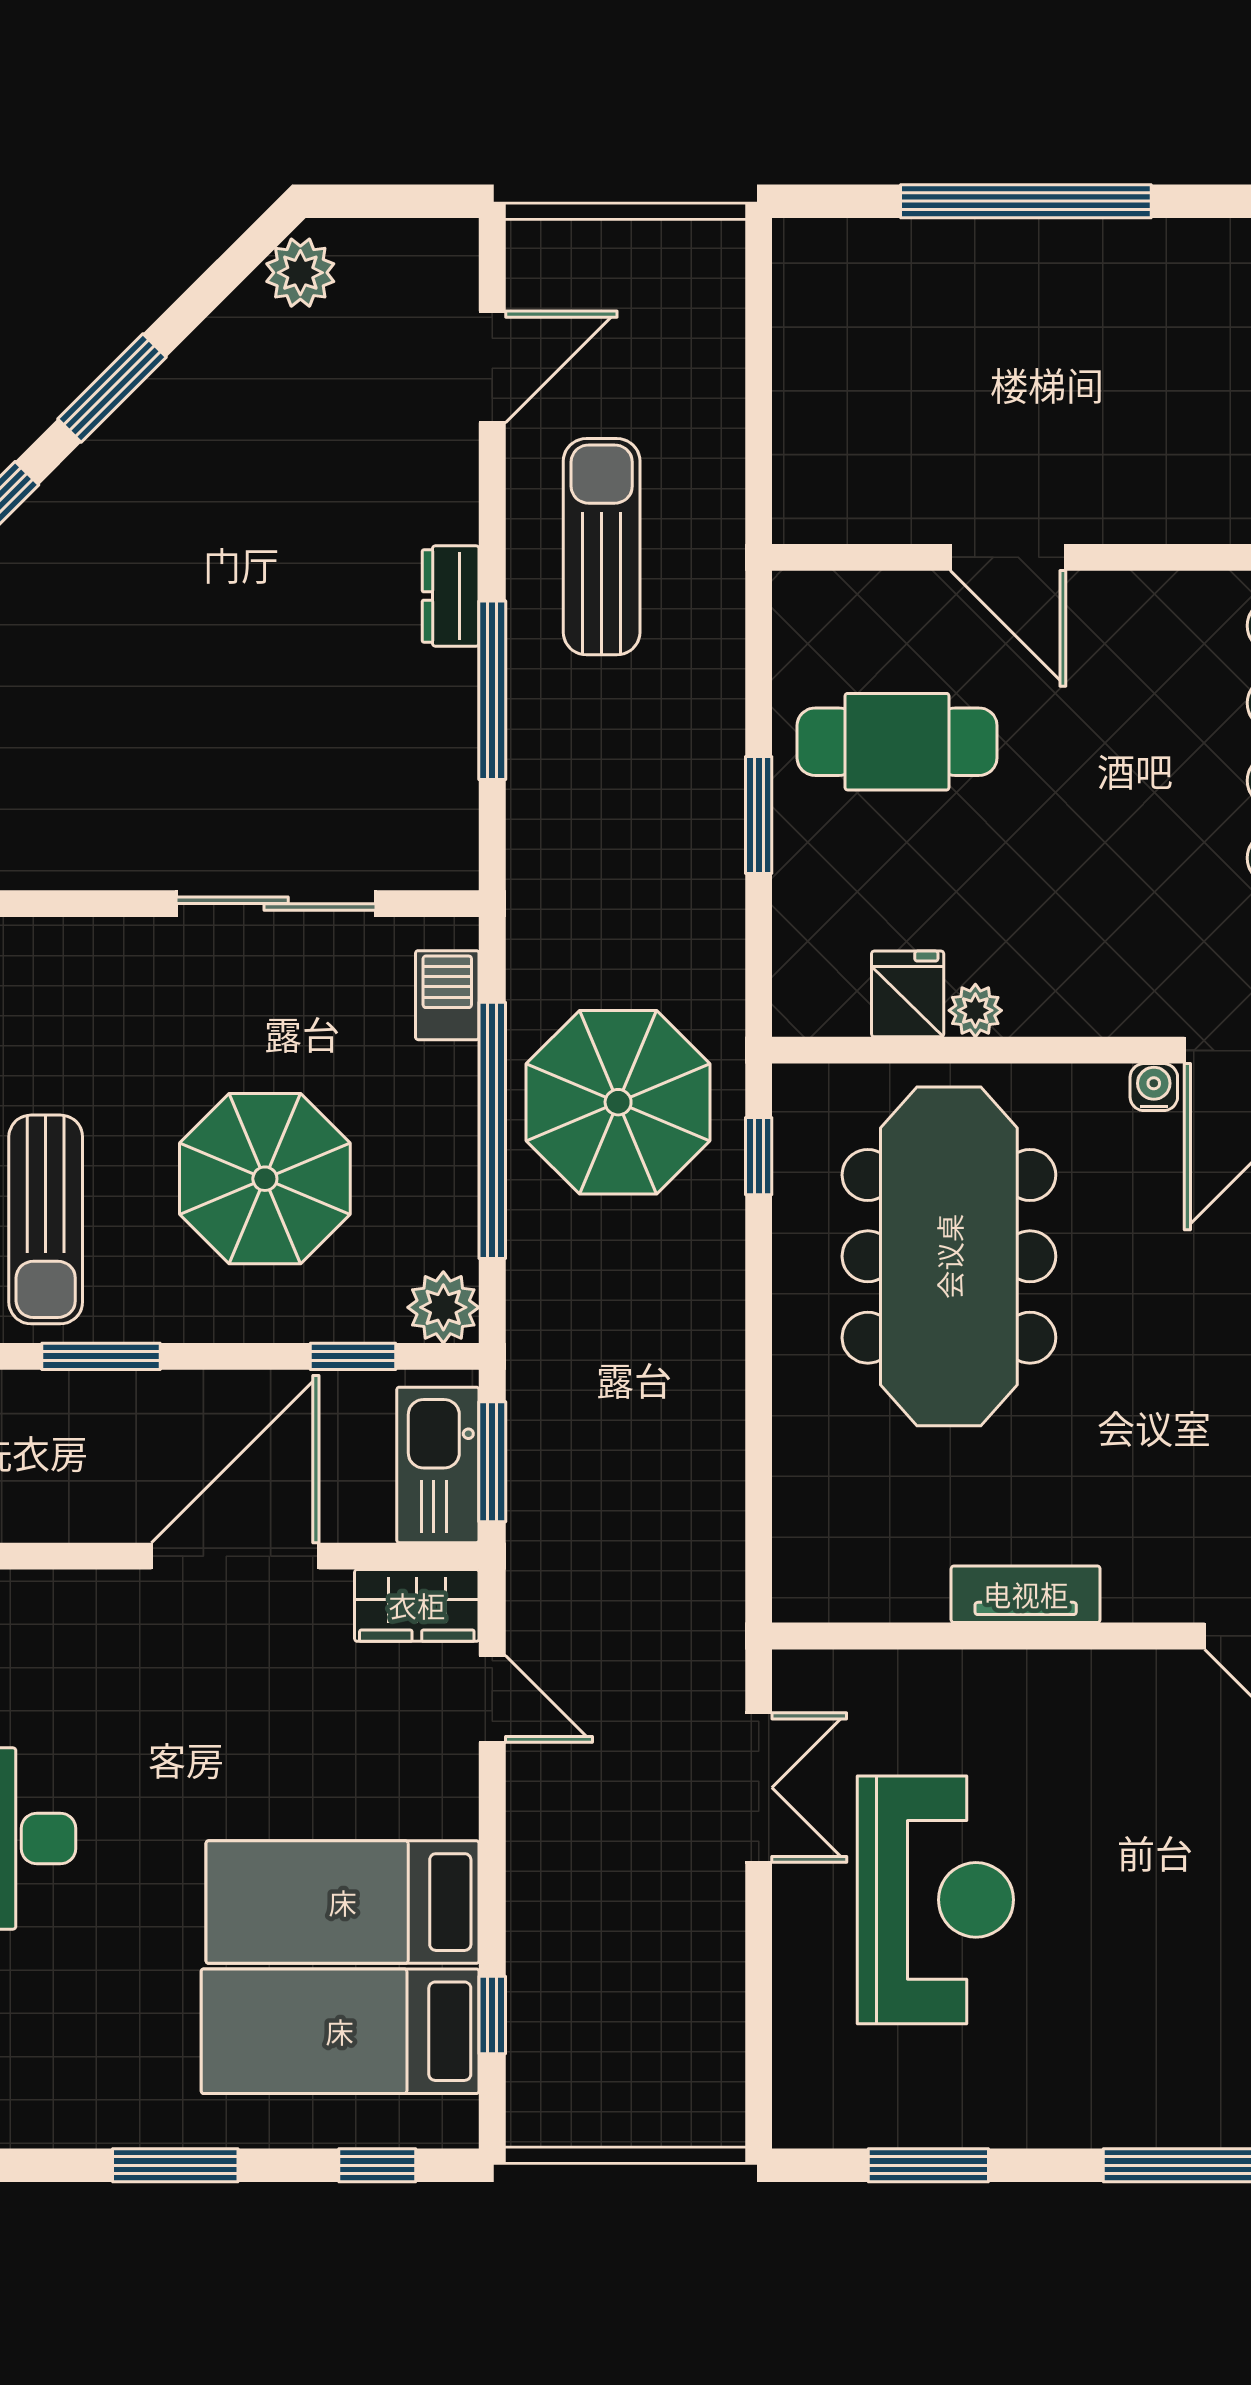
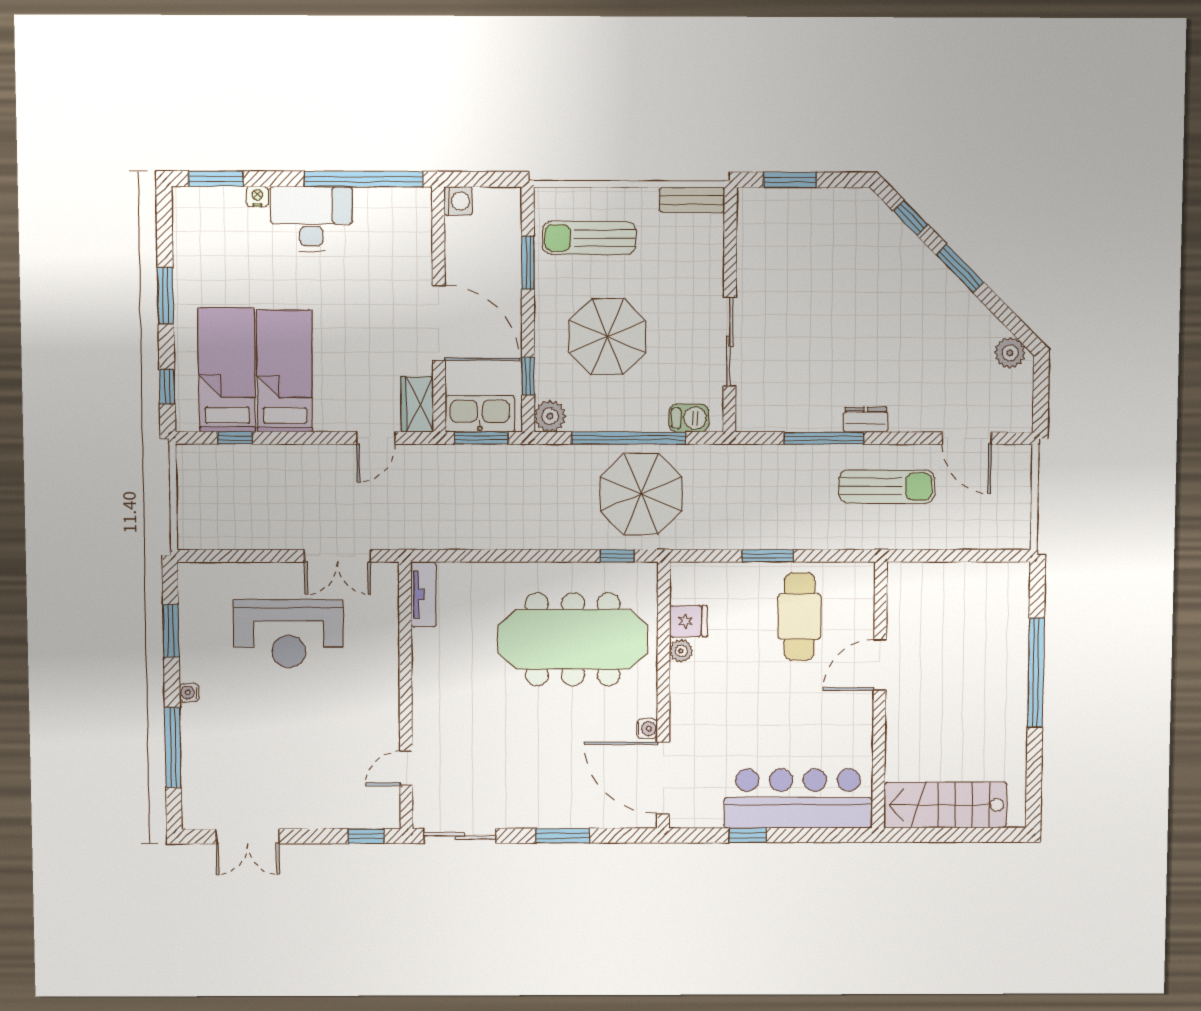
tv unit: (1026, 1594) -> (423, 594), moved
water cooler: (1070, 2127) -> (189, 693), added

